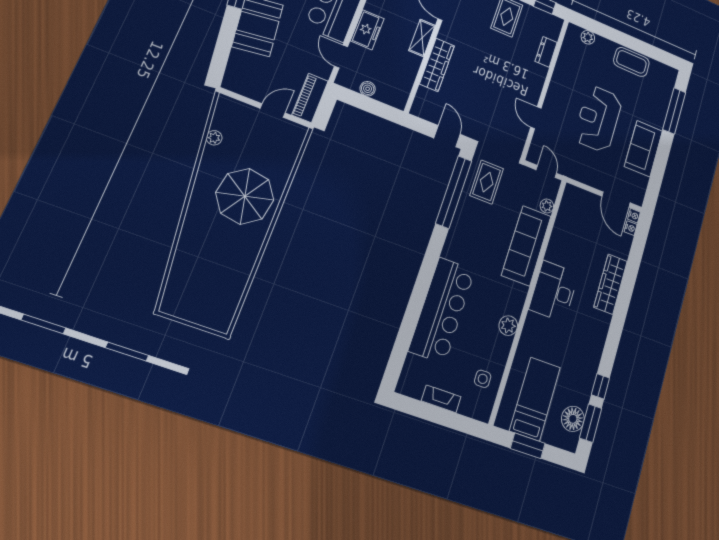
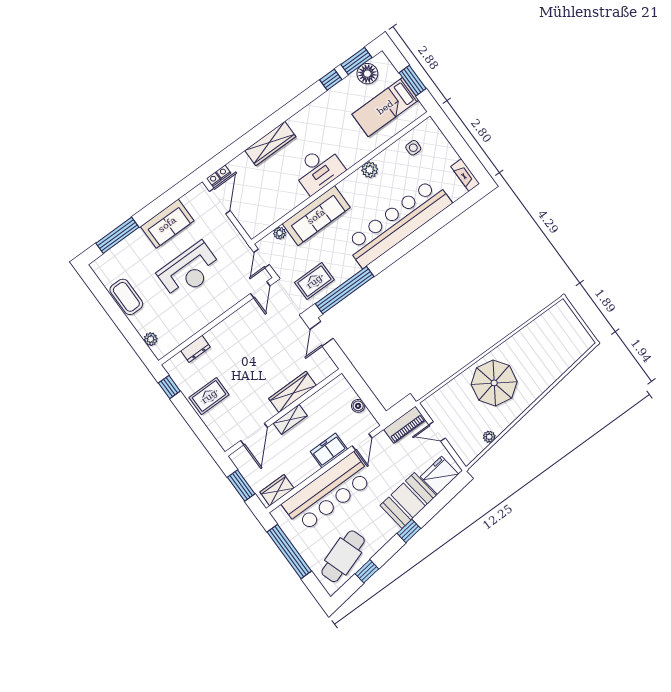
fridge: (242, 69) -> (440, 475), added
door: (536, 118) -> (260, 290), moved
bar counter: (442, 310) -> (398, 223), width x1.36
fireplace: (441, 399) -> (465, 175), moved

